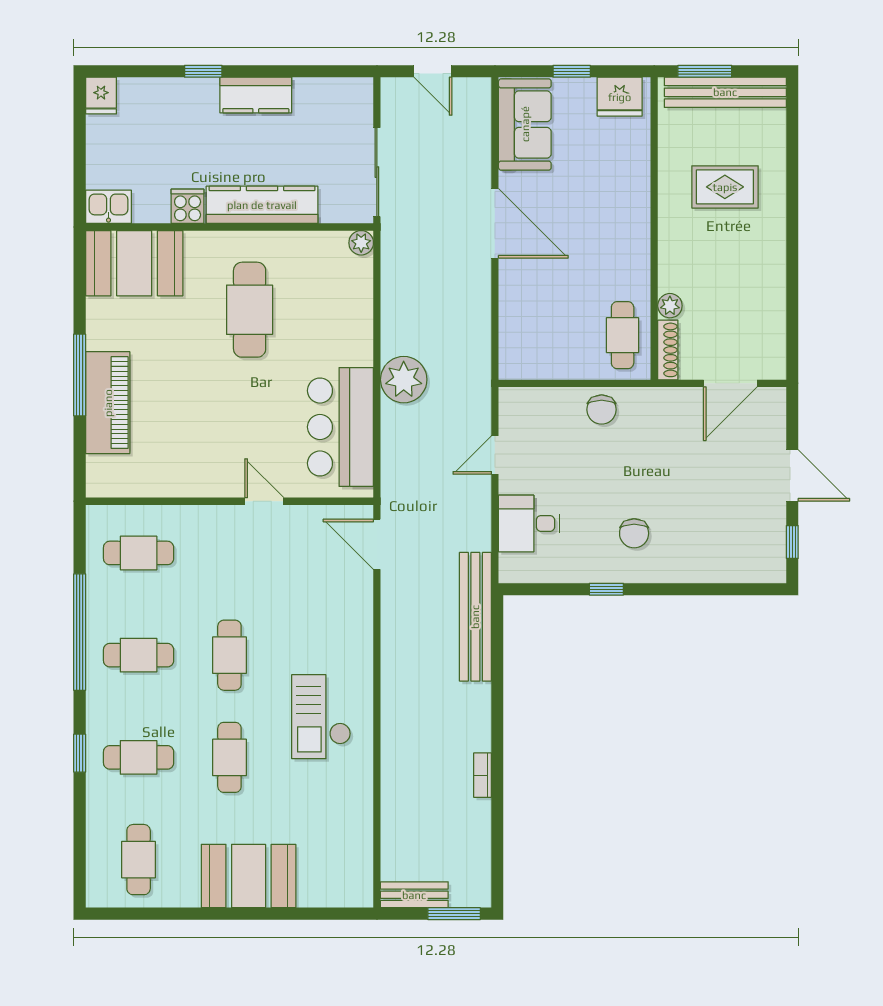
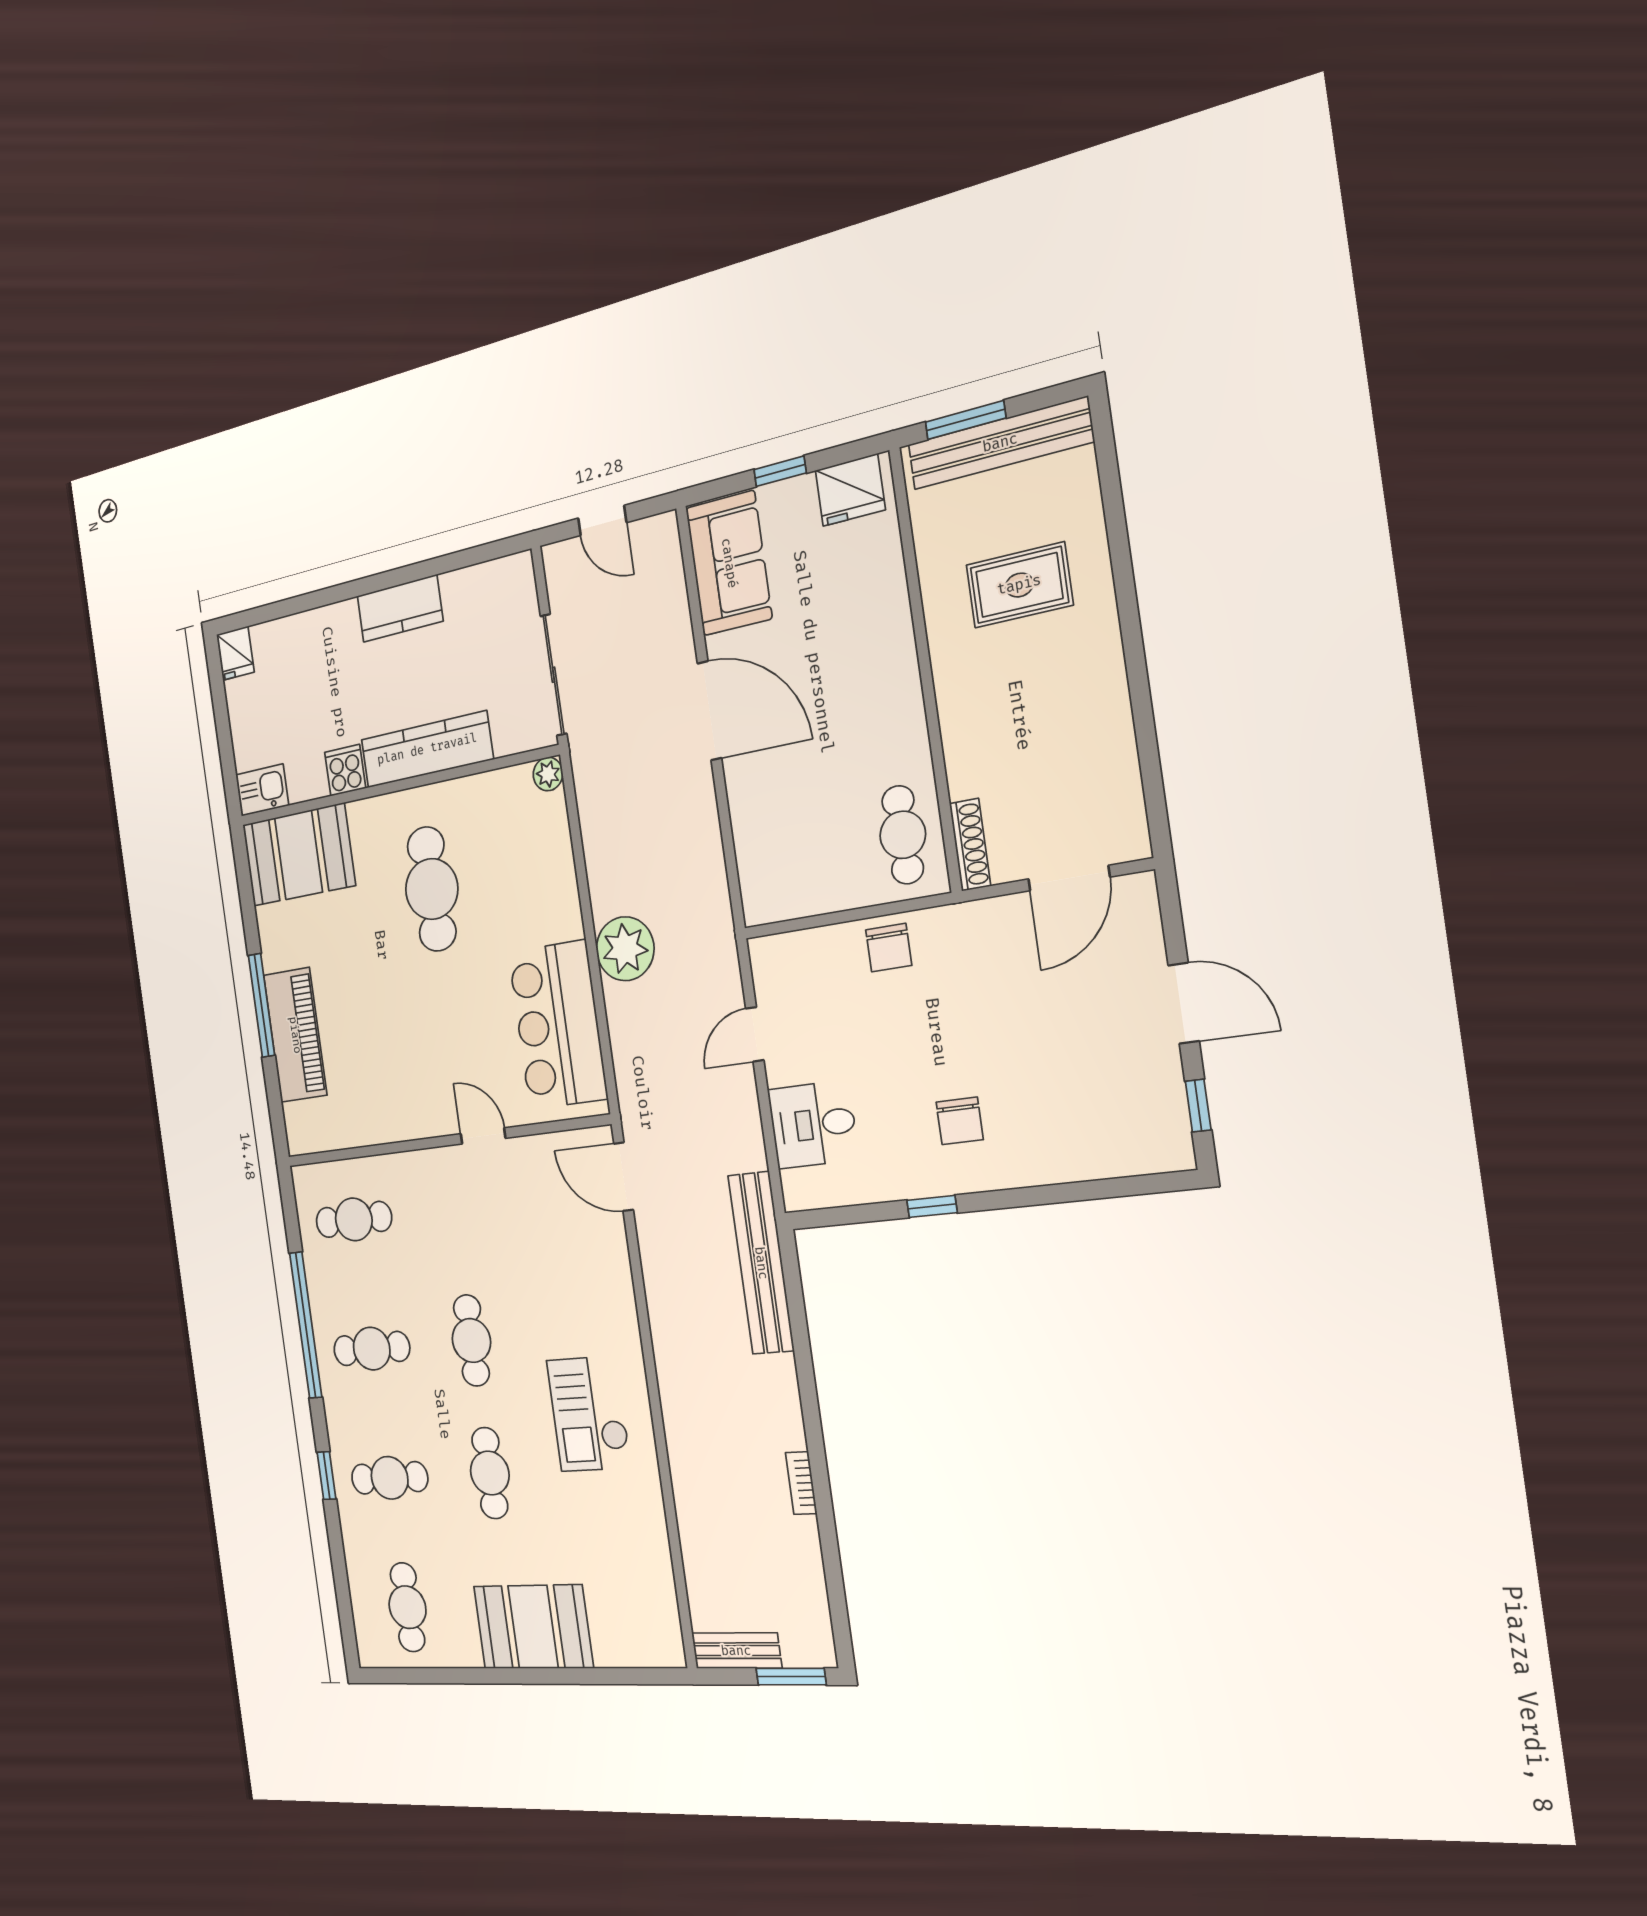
window: (203, 71) -> (338, 593), removed
plant: (670, 306) -> (964, 779), removed

